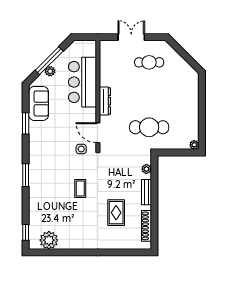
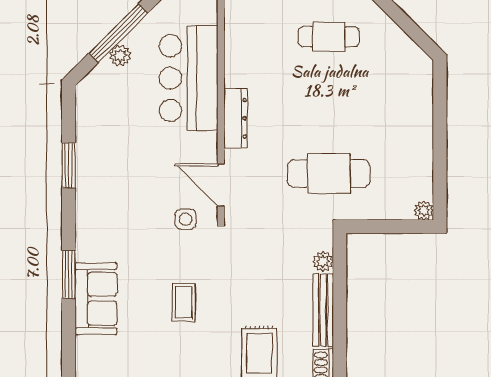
sofa: (39, 103) -> (96, 299), moved
bench: (146, 192) -> (323, 310), width x1.36

